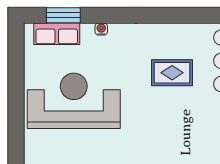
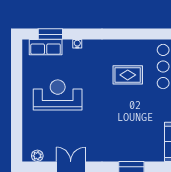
reception desk: (74, 101) -> (58, 95), width x0.74, depth x0.77

